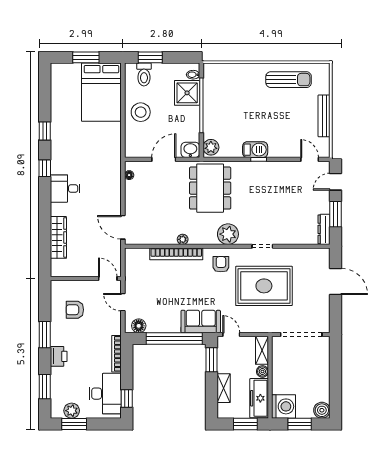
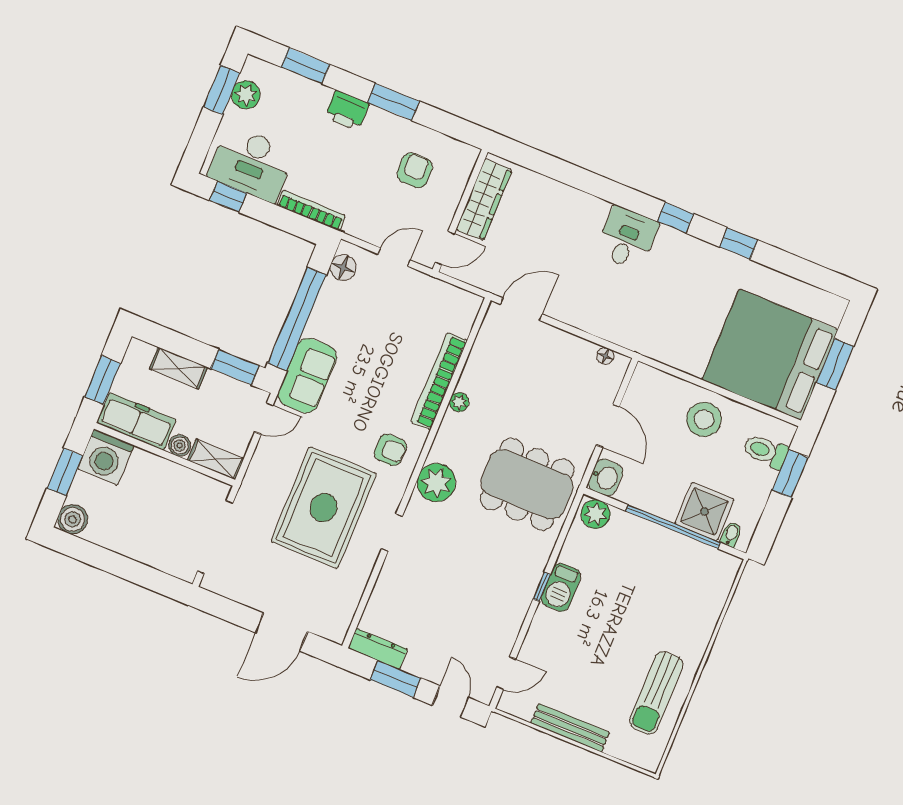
bed: (101, 92) -> (770, 355), width x1.36
wardrobe: (58, 237) -> (484, 200), moved, turned -90

